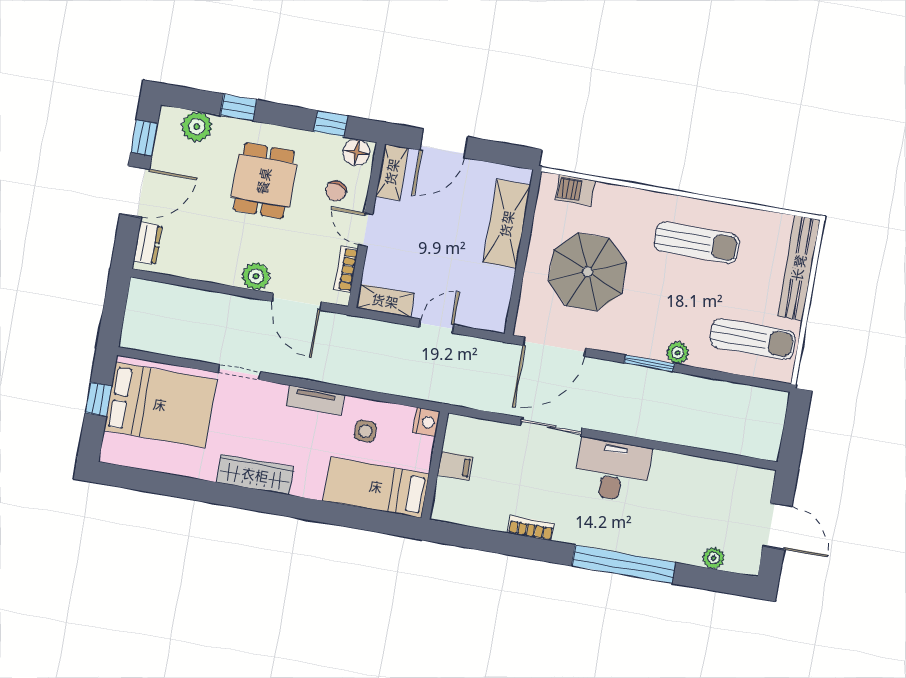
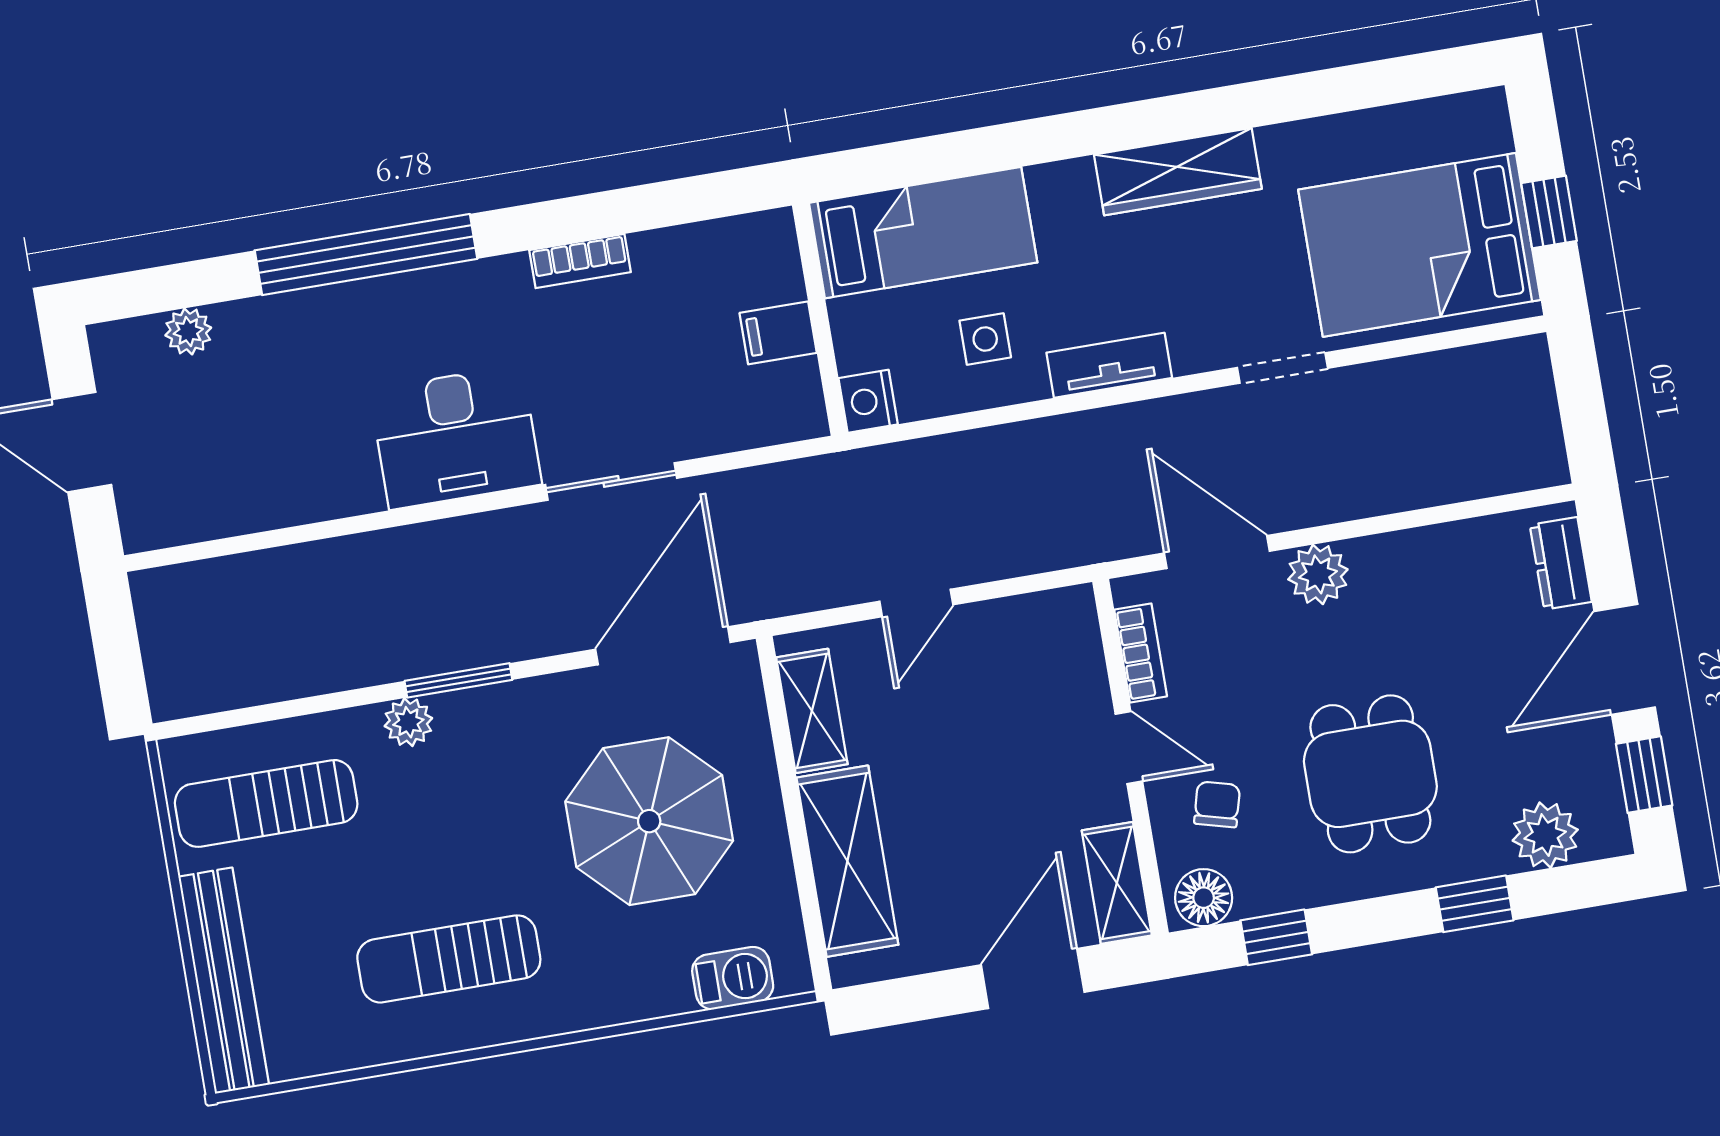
shelving: (385, 301) -> (812, 711), moved, turned 90

